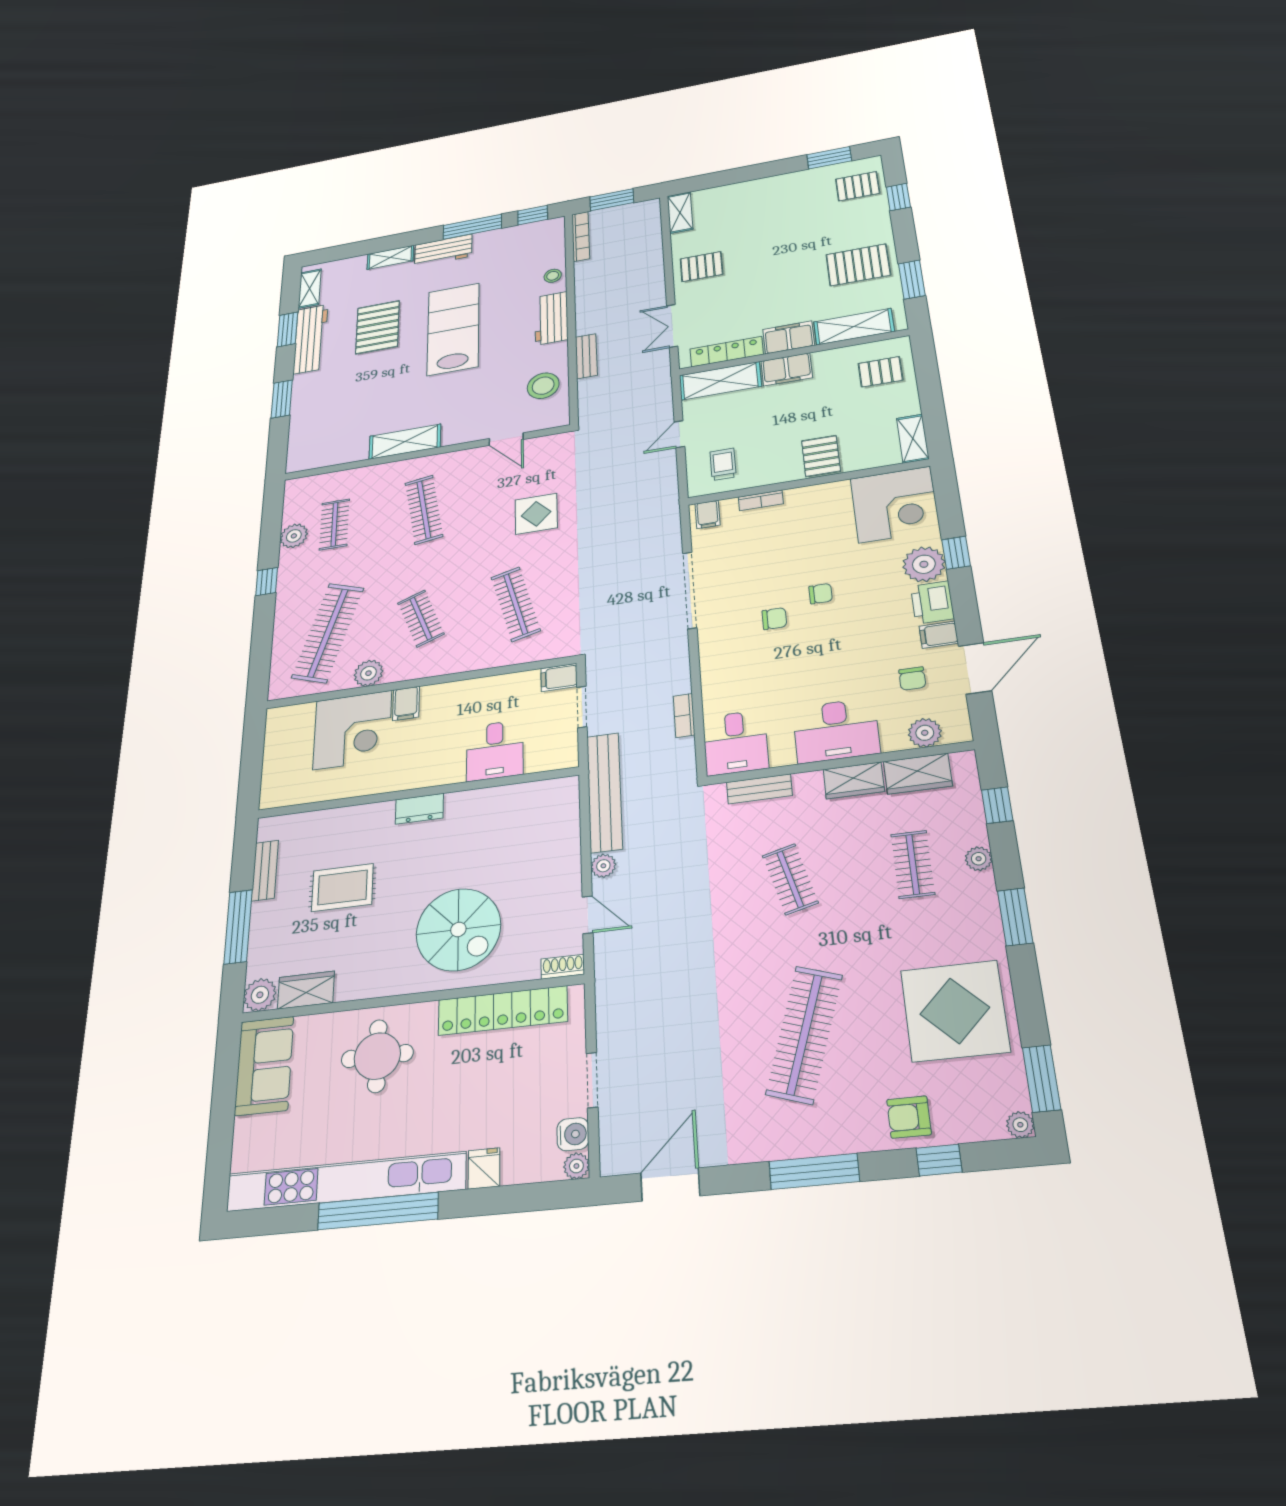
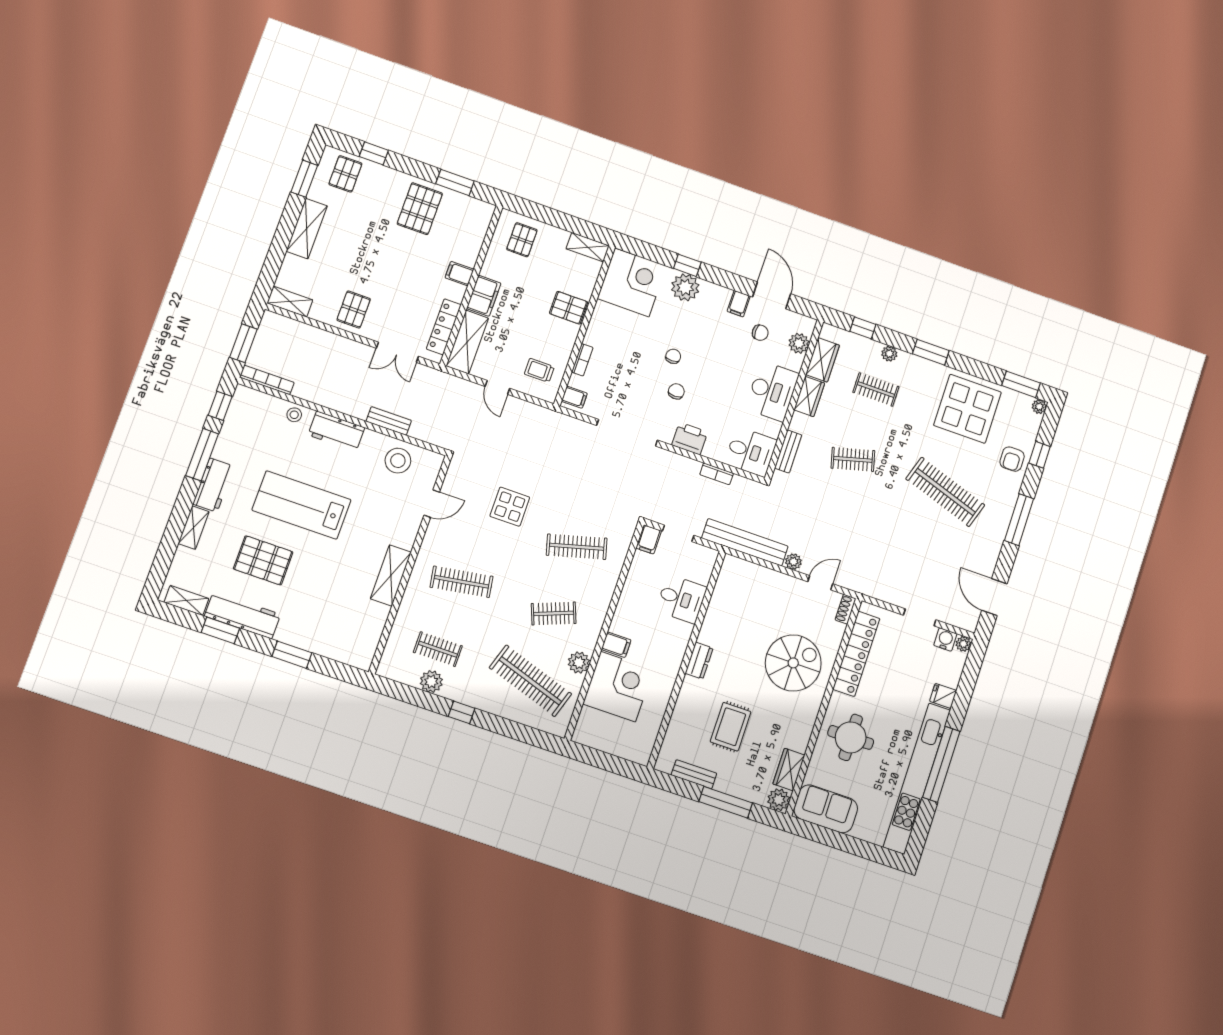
shelving: (854, 327) -> (307, 228), moved
filing cabinet: (789, 337) -> (459, 274), width x0.50
printer: (932, 602) -> (690, 439), moved, turned 180

